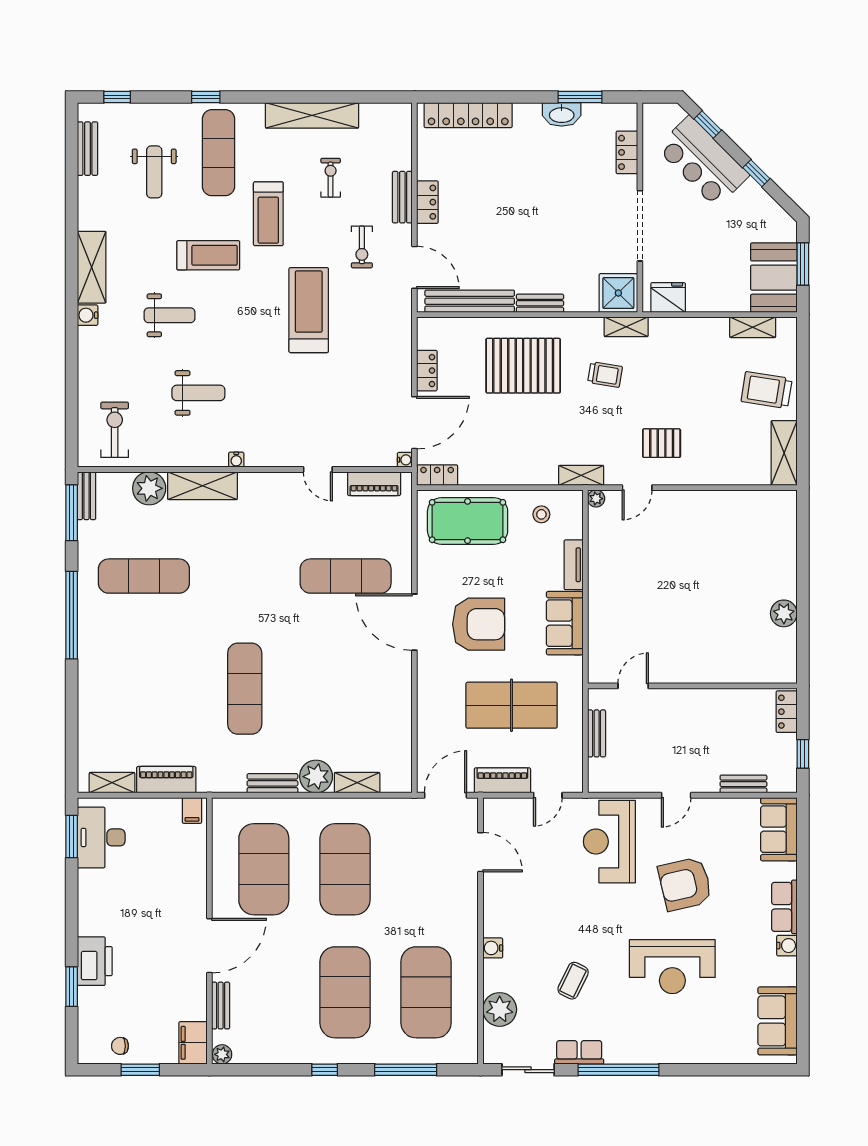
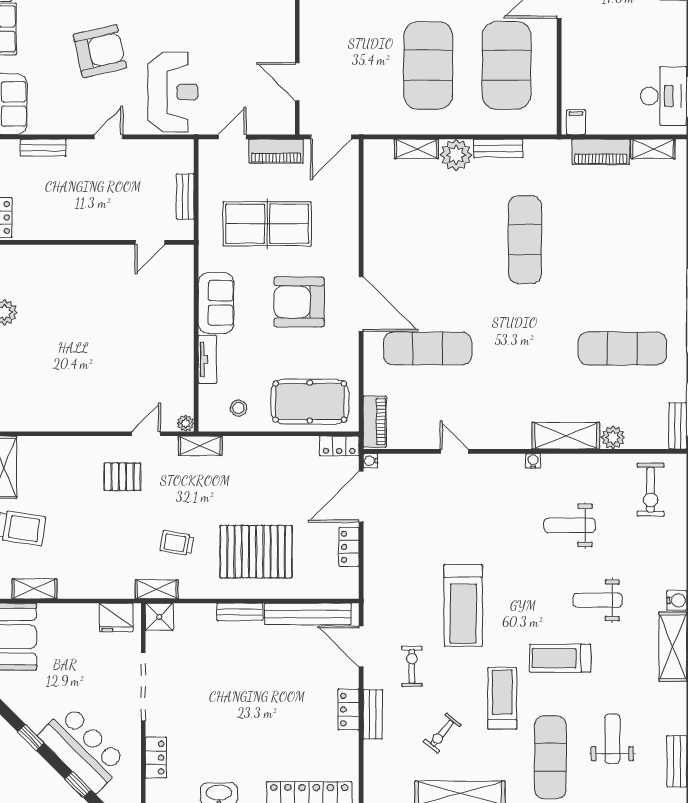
exercise bike: (331, 178) -> (442, 733), turned 39
shower: (618, 293) -> (159, 617), width x0.73, depth x0.73
piano: (374, 484) -> (375, 422), moved, turned 90
plant: (149, 488) -> (613, 437), width x0.73, depth x0.73

